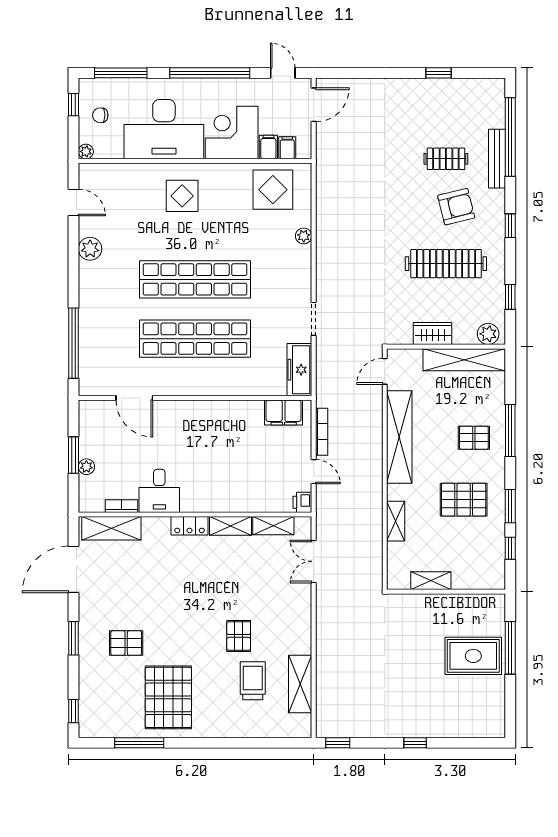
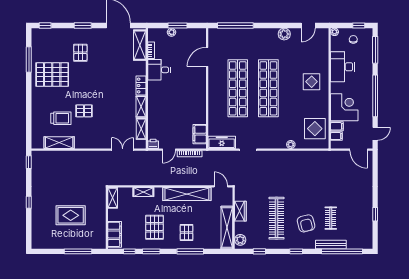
desk: (164, 129) -> (343, 67), width x0.73, depth x0.77
filing cabinet: (478, 577) -> (115, 234), added
shelving: (431, 581) -> (113, 198), moved
rug: (473, 656) -> (71, 215), moved, turned 90

